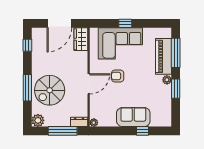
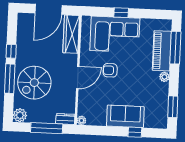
wardrobe: (81, 39) -> (71, 34), width x1.50
window: (27, 45) -> (11, 51), moved
window: (176, 89) -> (173, 107), moved

